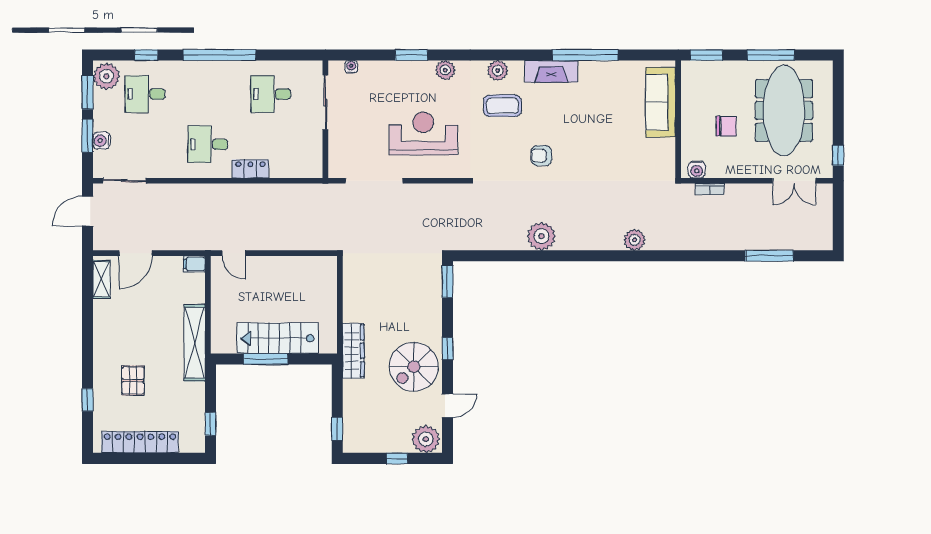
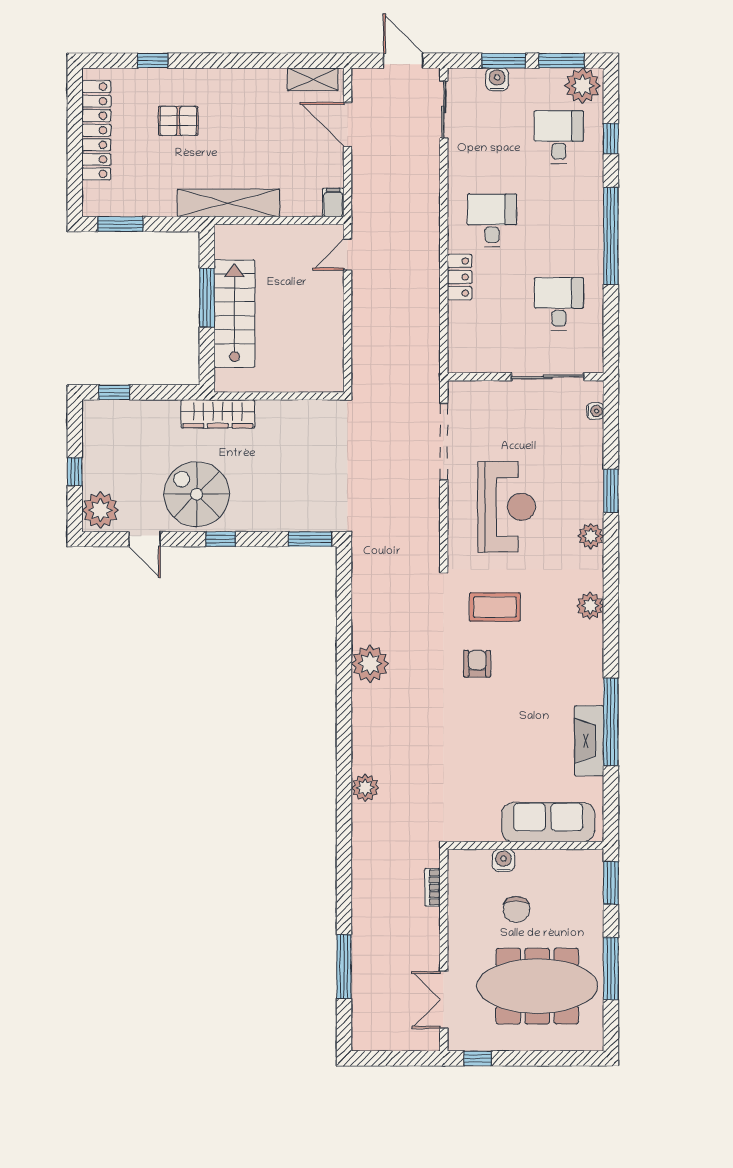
fireplace: (551, 71) -> (589, 741), moved
coffee table: (502, 106) -> (495, 607), moved, turned 90
water cooler: (697, 170) -> (503, 860), moved, turned 90
window: (211, 424) -> (120, 224), width x1.50

